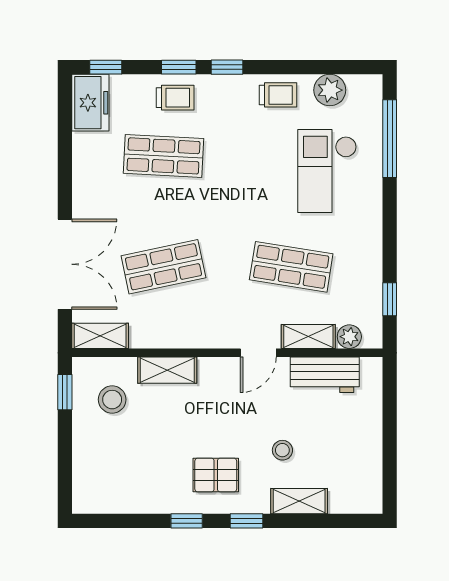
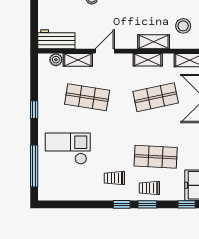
plant: (330, 90) -> (66, 192), removed
trolley: (278, 95) -> (114, 178), moved
checkout: (327, 171) -> (68, 149), turned -90
window: (390, 299) -> (34, 110), moved
shelving: (178, 337) -> (148, 60), added
workbench: (325, 375) -> (56, 39), moved

